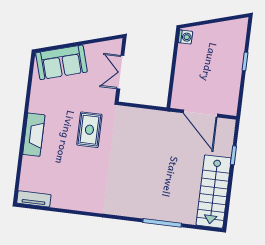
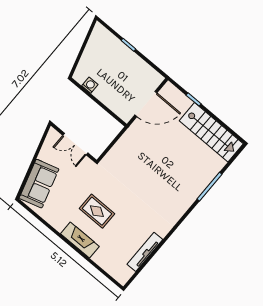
washing machine: (185, 37) -> (90, 85), moved
rug: (89, 130) -> (97, 211), moved
tv unit: (34, 199) -> (145, 252), moved, width x1.41

